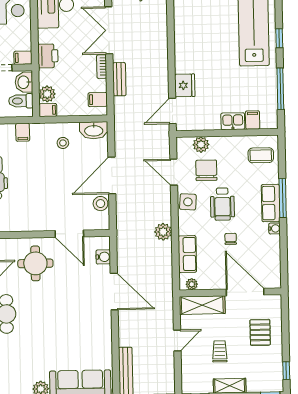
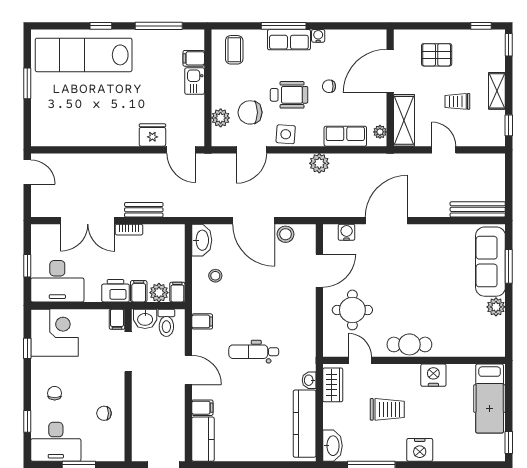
filing cabinet: (98, 100) -> (139, 291), moved, turned 180

